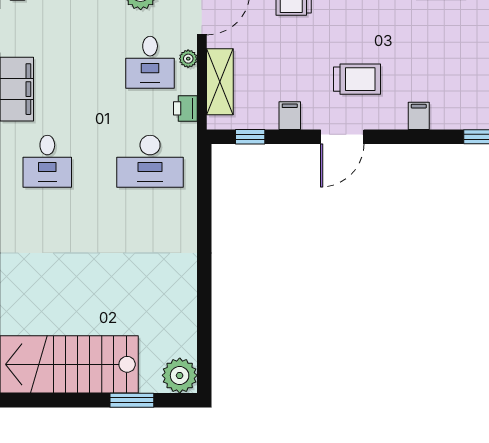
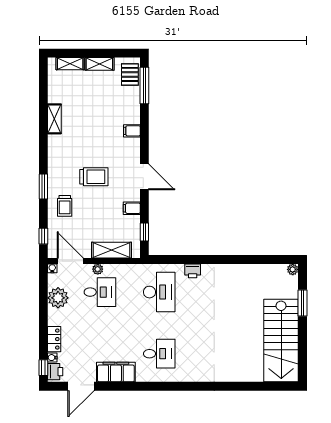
trolley: (357, 79) -> (94, 177), moved, turned 90
printer: (185, 108) -> (193, 271), moved
plant: (180, 375) -> (293, 269), width x0.53, depth x0.53

